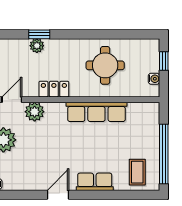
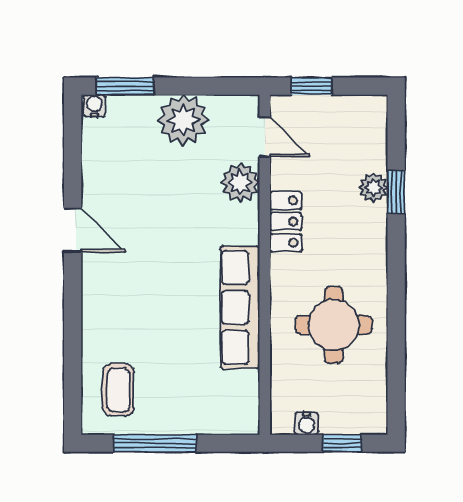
window: (164, 154) -> (155, 443), width x0.68
coffee table: (137, 172) -> (118, 390), turned 90
row of seats: (95, 182) -> (99, 304), removed

